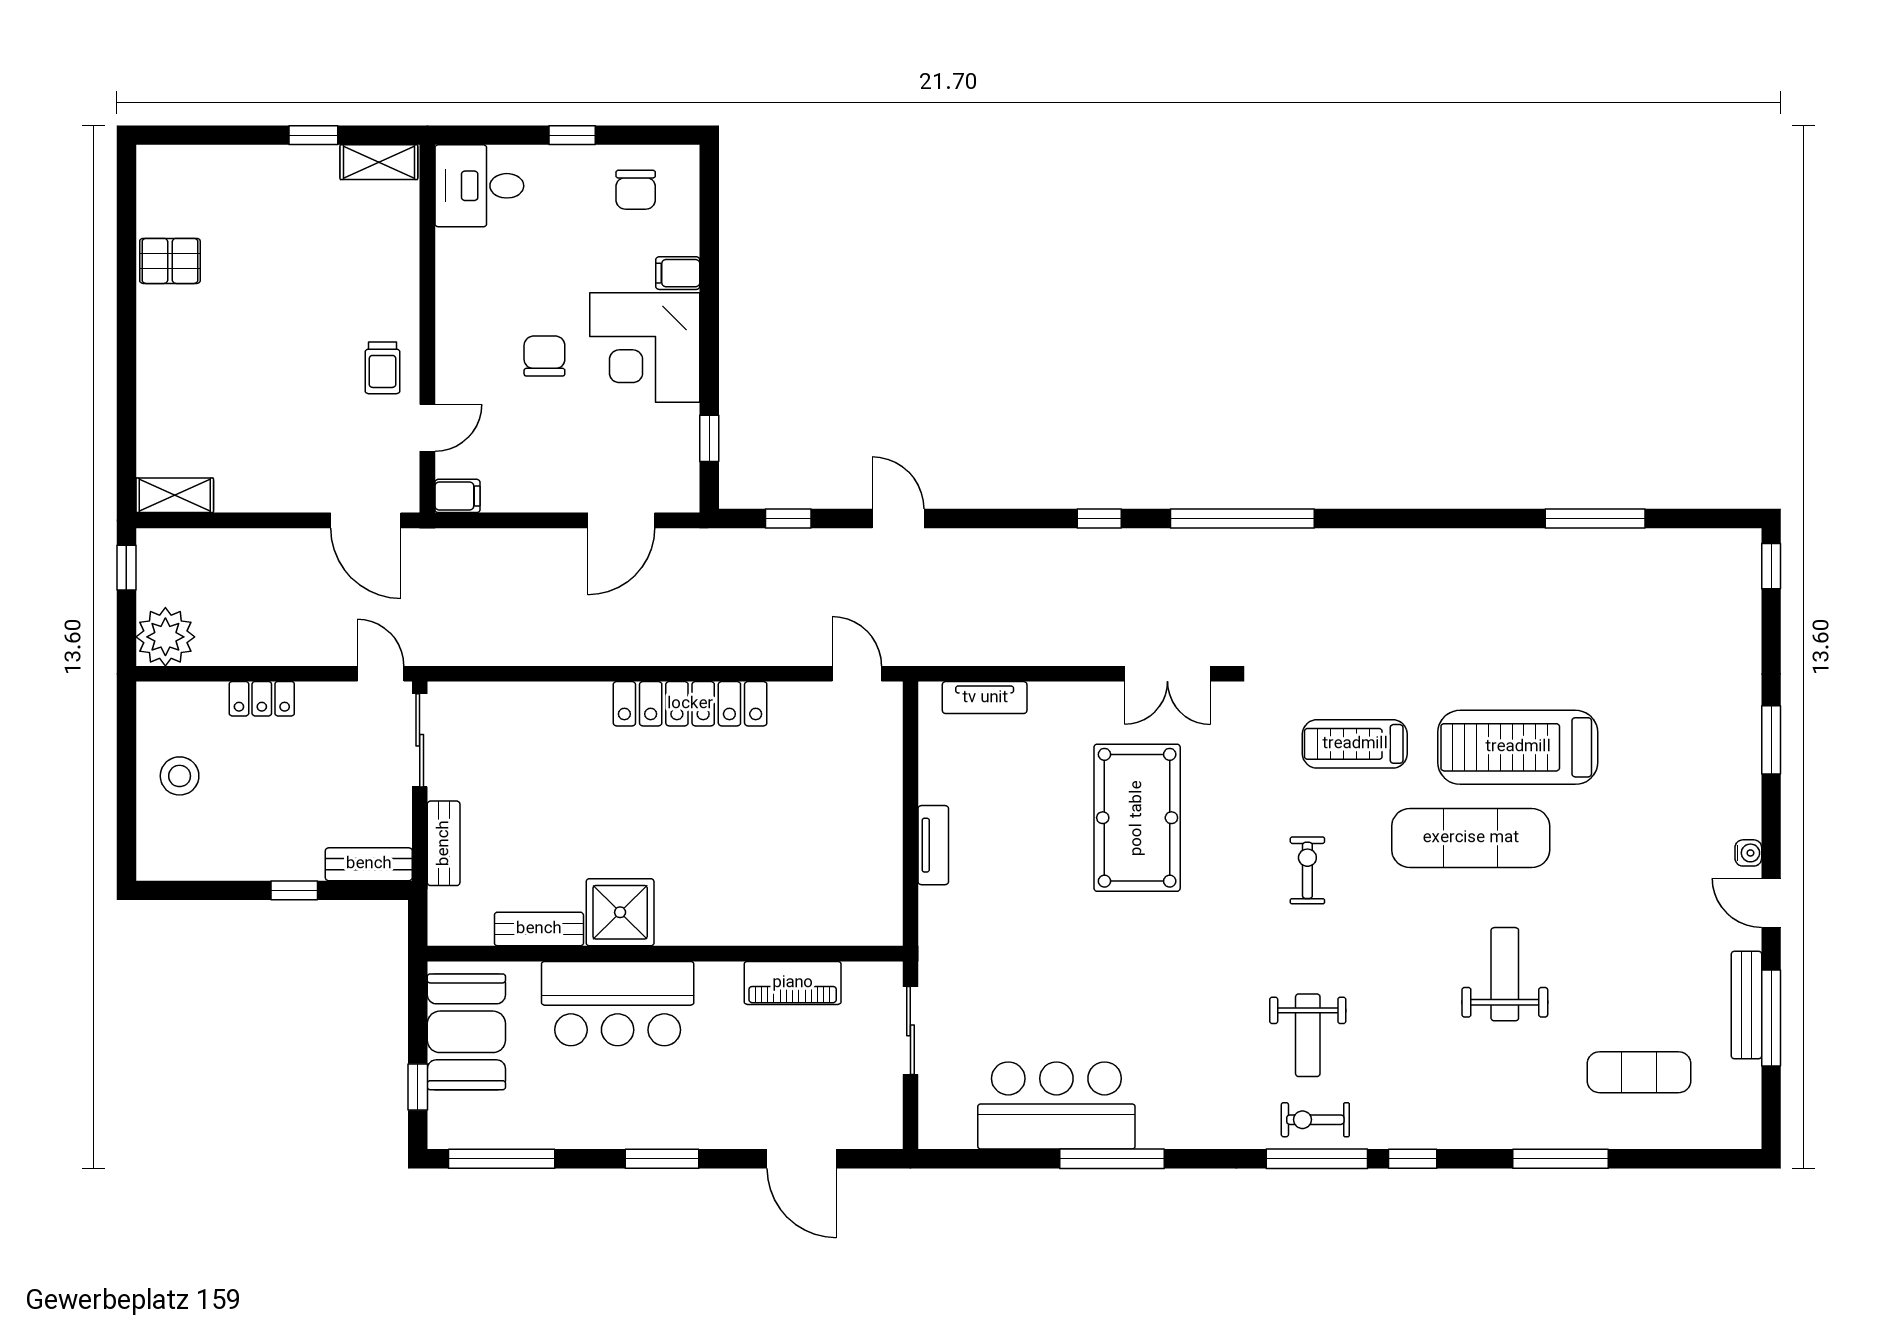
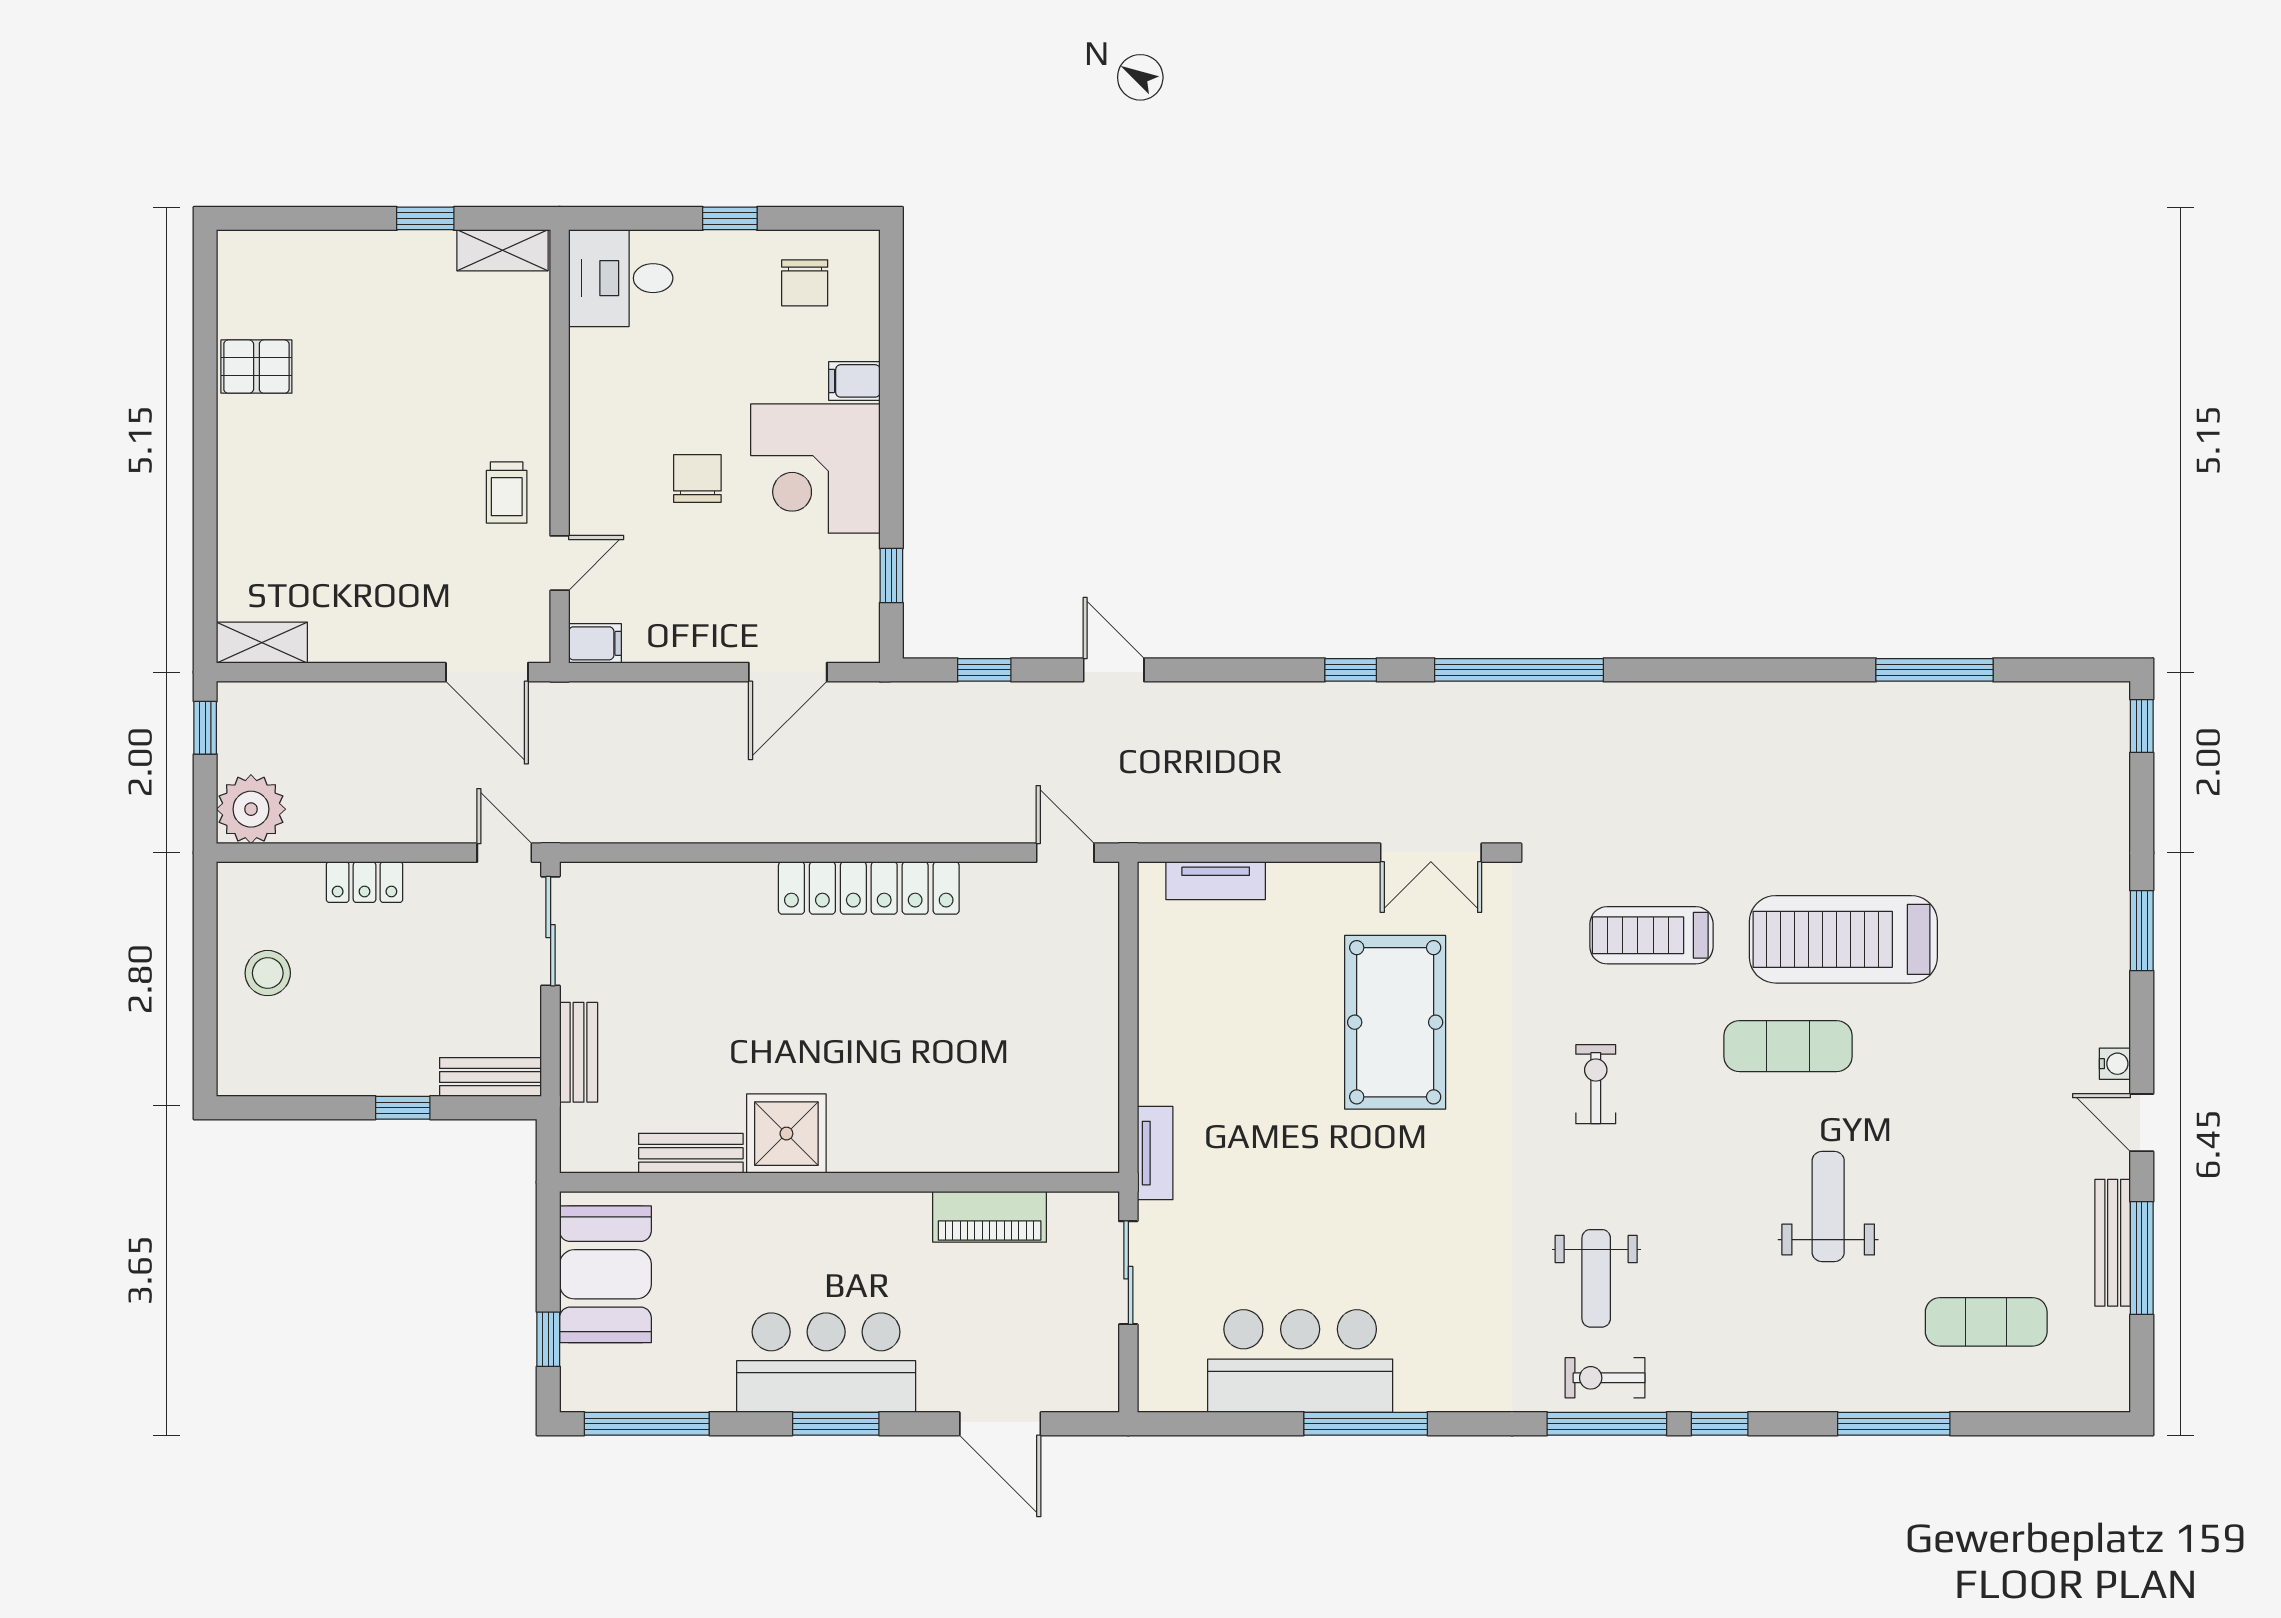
exercise mat: (1471, 838) -> (1788, 1046), width x0.73, depth x0.69
tv unit: (933, 845) -> (1155, 1153), moved
bar counter: (618, 1004) -> (826, 1363), moved, turned 180

